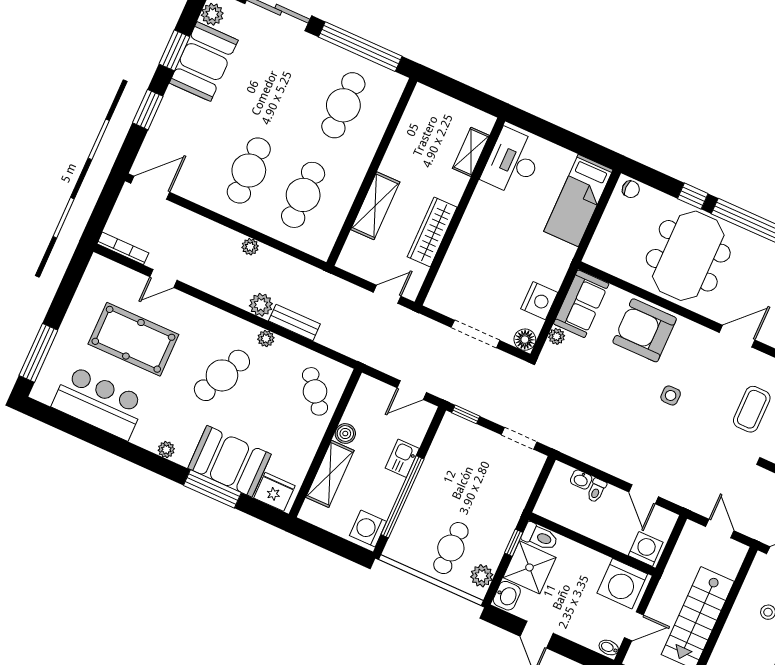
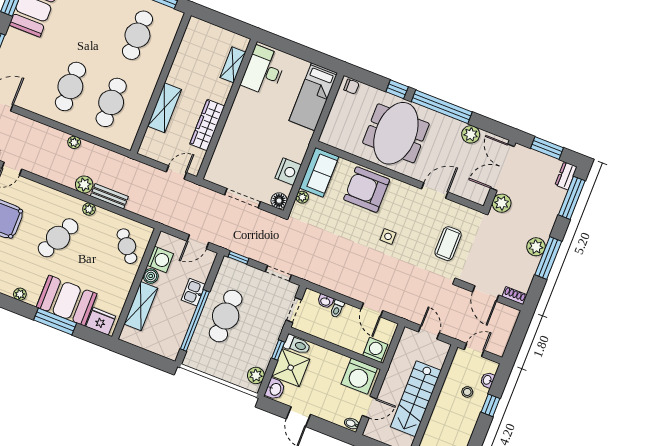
doorway: (538, 489) -> (294, 310), added
washing machine: (368, 529) -> (160, 259), moved, turned 180
cafe table: (451, 548) -> (226, 316), moved, width x1.37, depth x1.35

